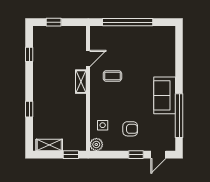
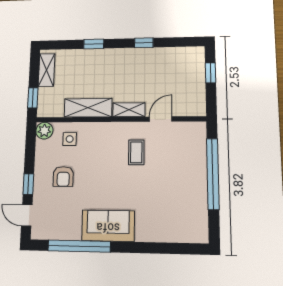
window: (29, 54) -> (144, 43), moved
door: (88, 58) -> (161, 119), swing flipped
shelving: (79, 112) -> (88, 108), added

